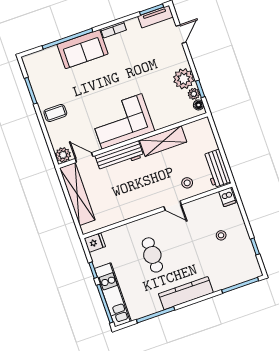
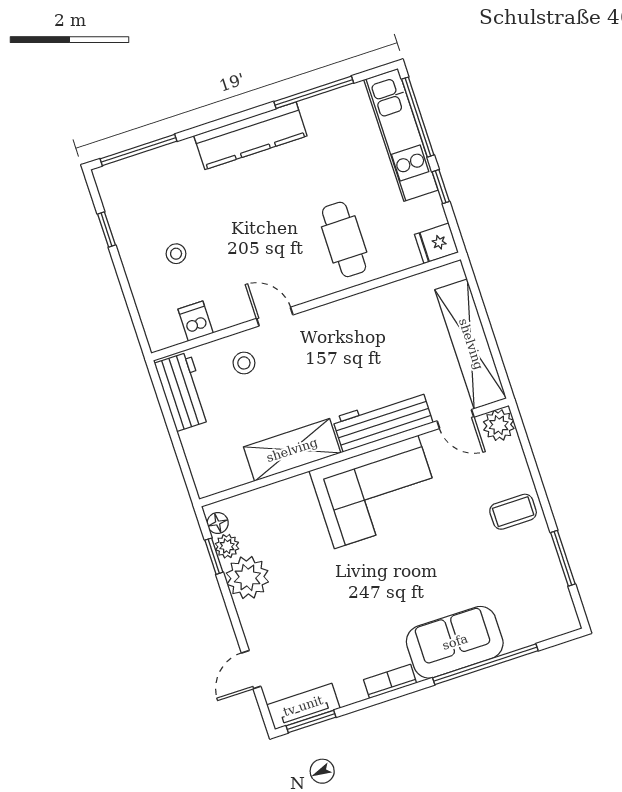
dishwasher: (227, 197) -> (196, 321), moved
cafe table: (152, 255) -> (344, 239), moved

